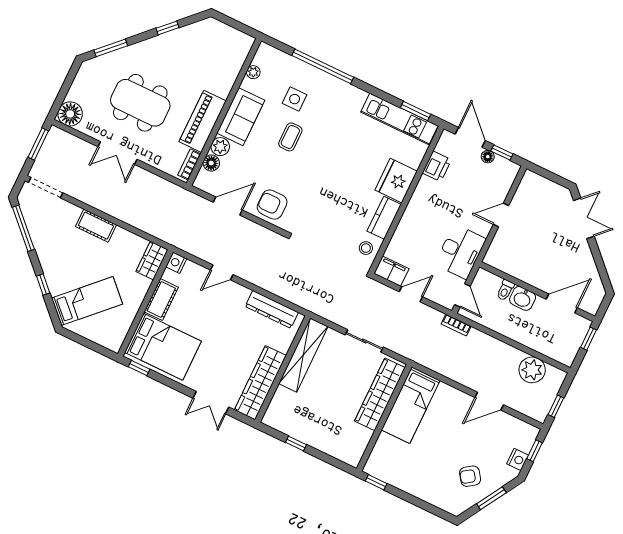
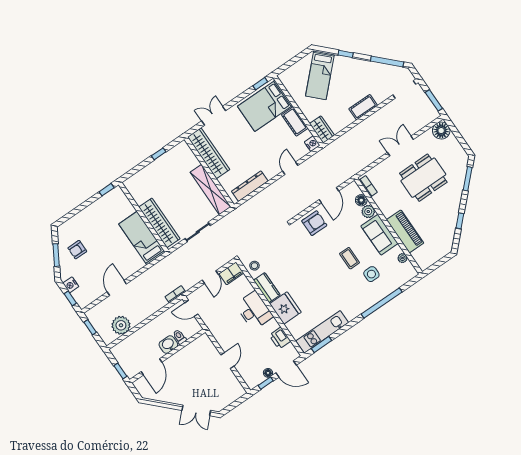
piano: (203, 121) -> (405, 231), moved
desk: (460, 252) -> (254, 311), moved, turned 180
armchair: (470, 476) -> (77, 250), turned -145

